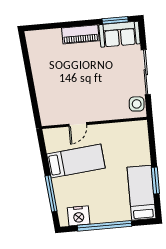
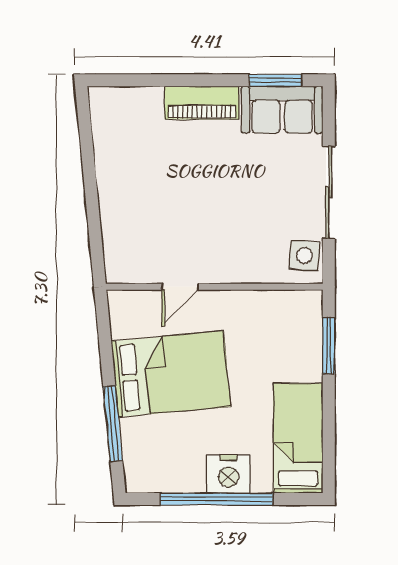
bed: (76, 161) -> (171, 374), width x1.50
window: (155, 181) -> (329, 346), moved
nightstand: (79, 216) -> (229, 474), moved

